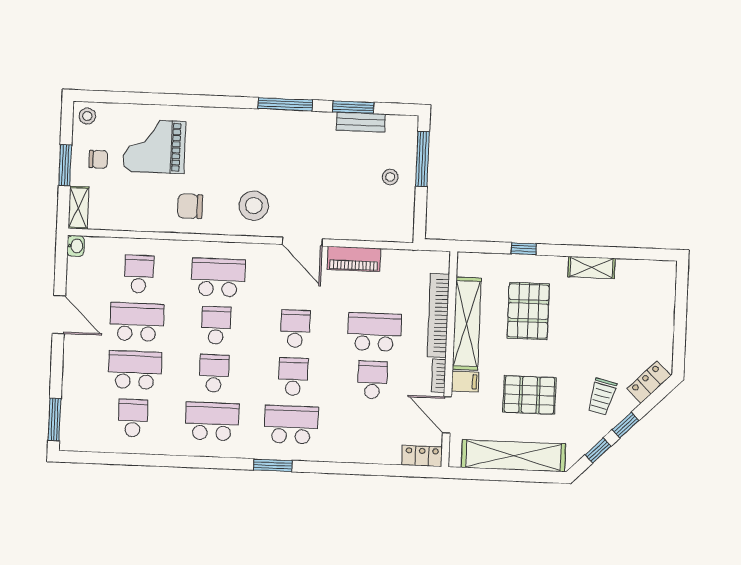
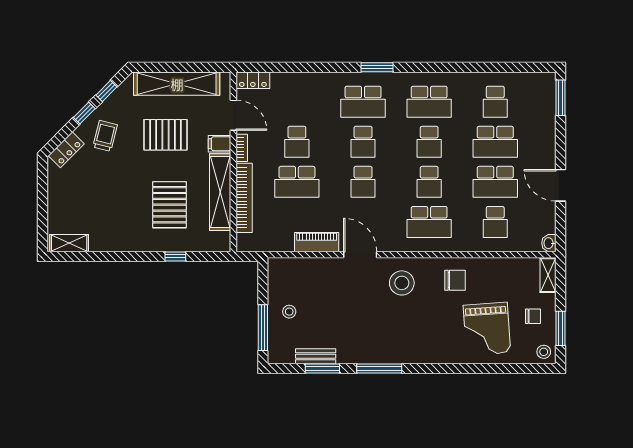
grand piano: (154, 146) -> (487, 329), turned 86
chair: (98, 159) -> (533, 316), turned 180
window: (65, 165) -> (561, 328), moved
shelving: (591, 267) -> (69, 243), moved

